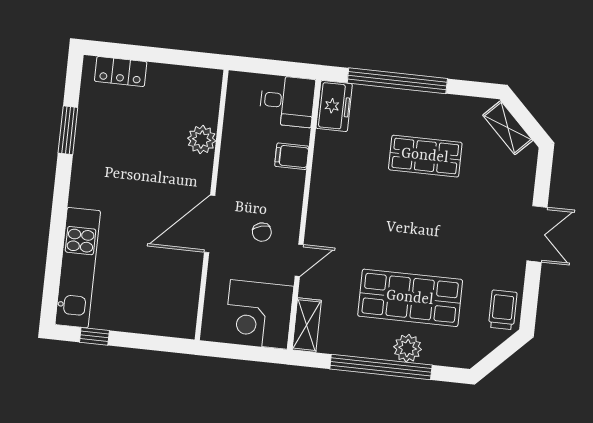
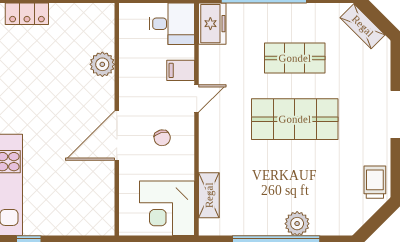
door: (299, 260) -> (197, 99), moved
shop shelf: (410, 298) -> (295, 119), moved
shelving: (307, 325) -> (209, 195), moved

